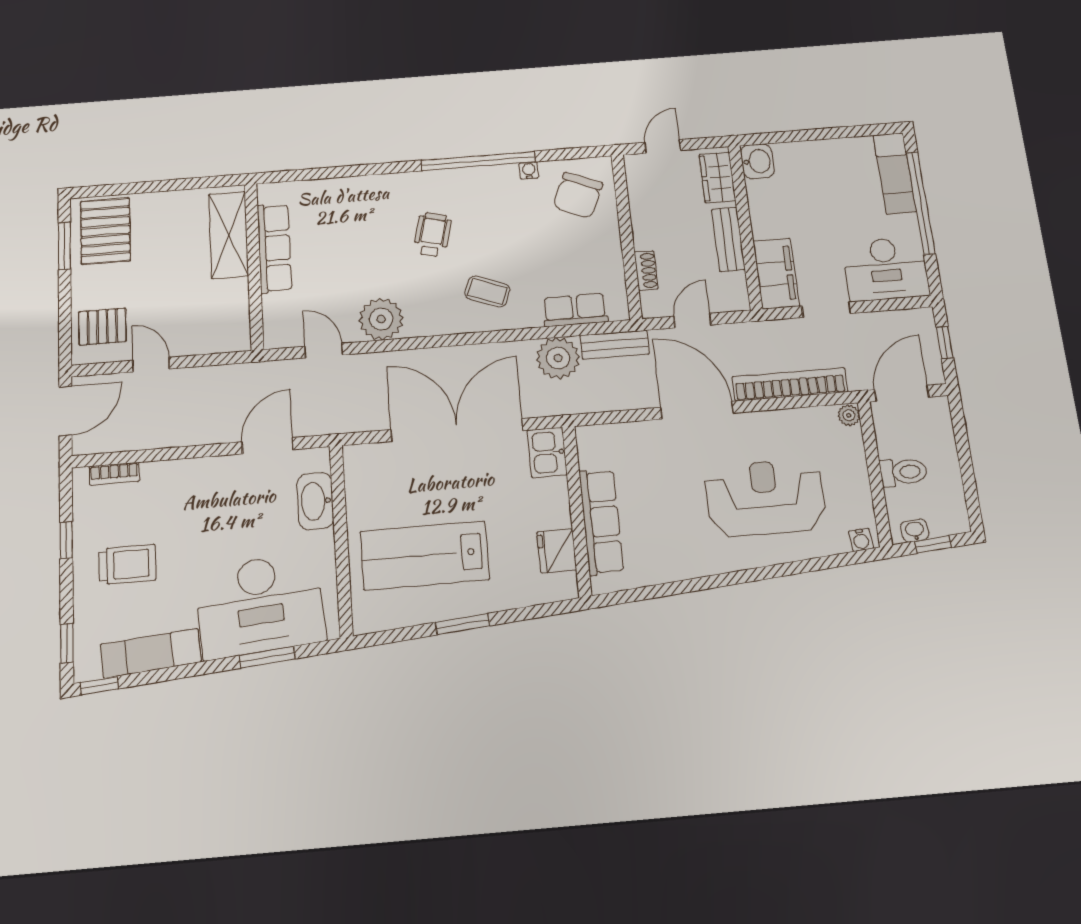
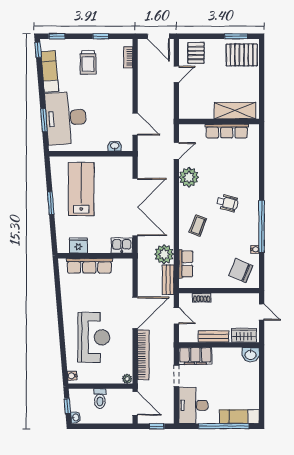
washbasin: (315, 501) -> (115, 146), width x0.52, depth x0.69
washbasin: (915, 530) -> (76, 417), moved

